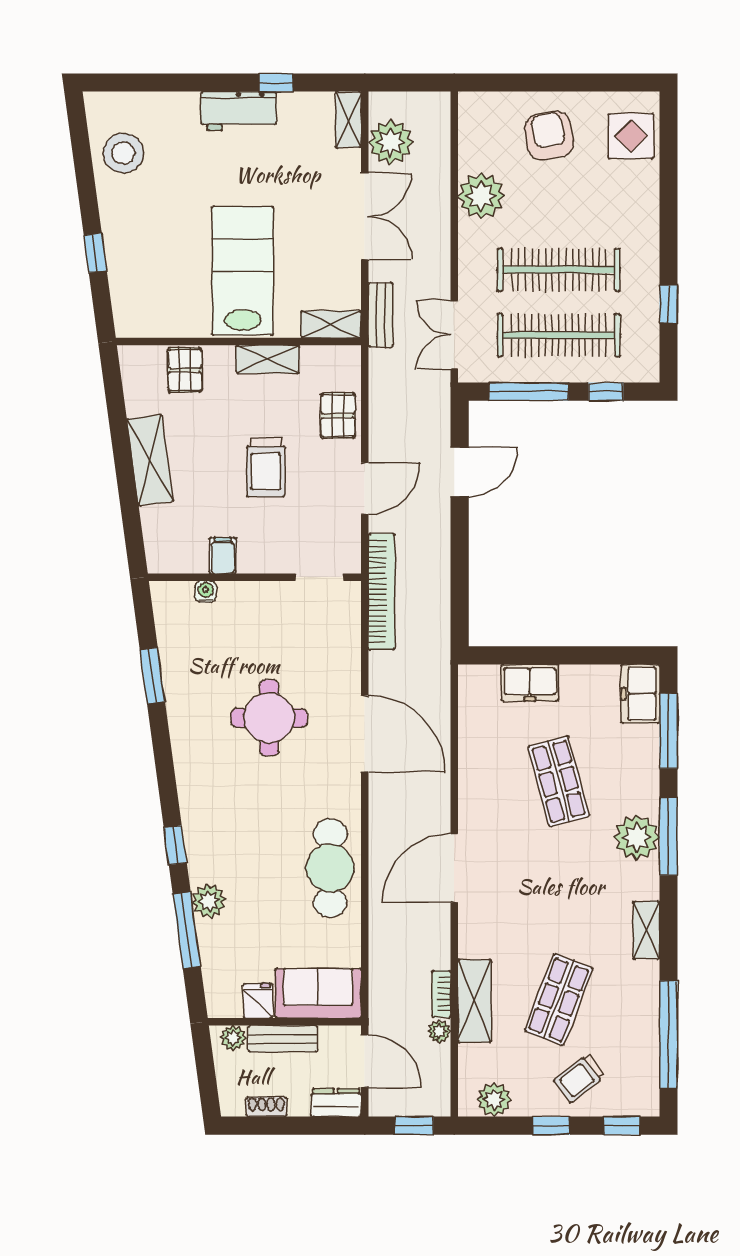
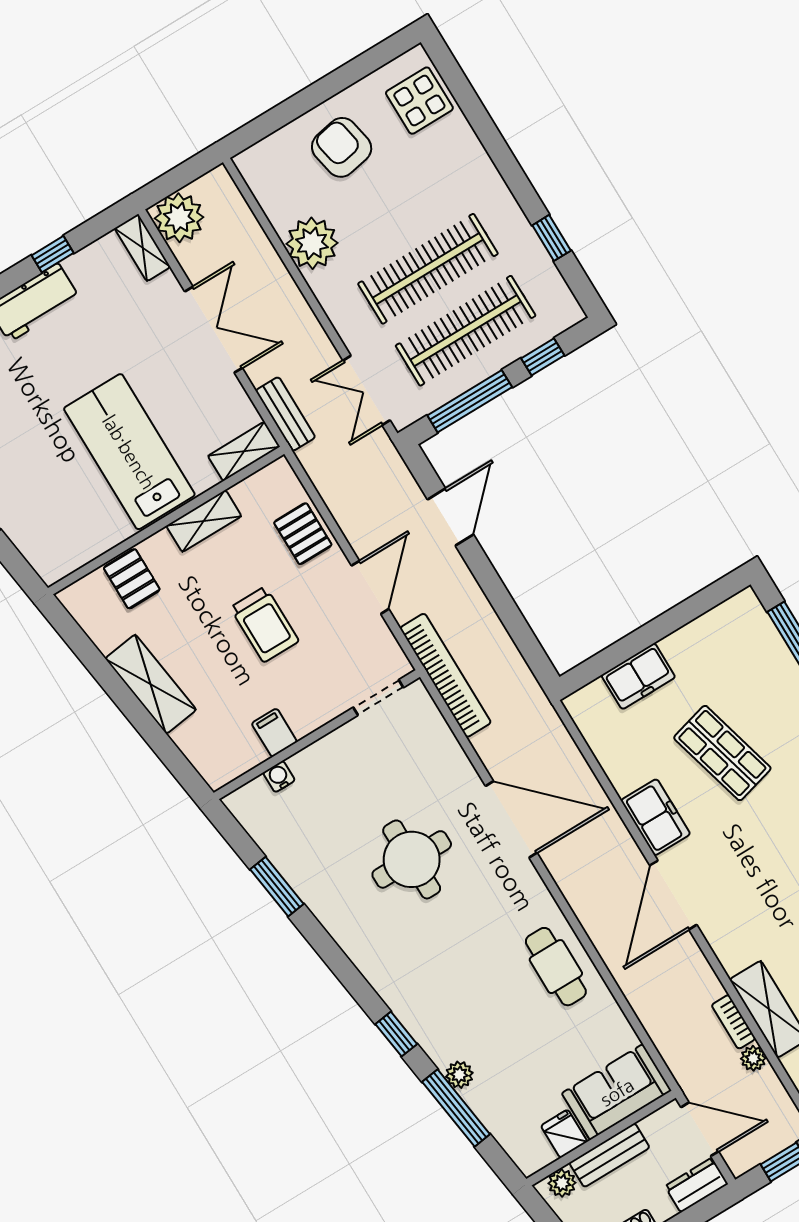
plant: (391, 142) -> (179, 218), moved
freezer: (640, 694) -> (656, 817), moved, turned 180
cafe table: (330, 868) -> (556, 967), width x0.73, depth x0.74
plant: (209, 901) -> (459, 1075), width x0.73, depth x0.73

